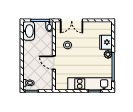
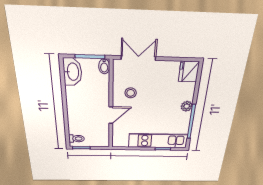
double door: (72, 20) -> (138, 58), swing flipped
fridge: (106, 42) -> (189, 72), moved
door: (54, 63) -> (111, 115), swing flipped

